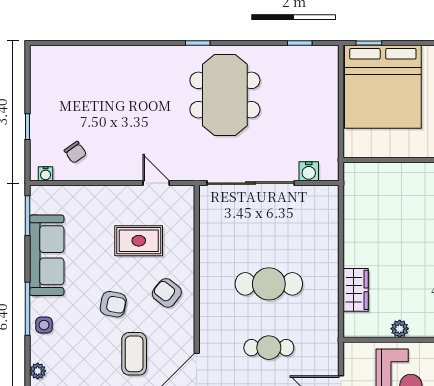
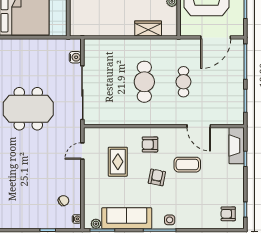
armchair: (167, 293) -> (150, 144), turned 52
plant: (38, 371) -> (96, 224), moved

